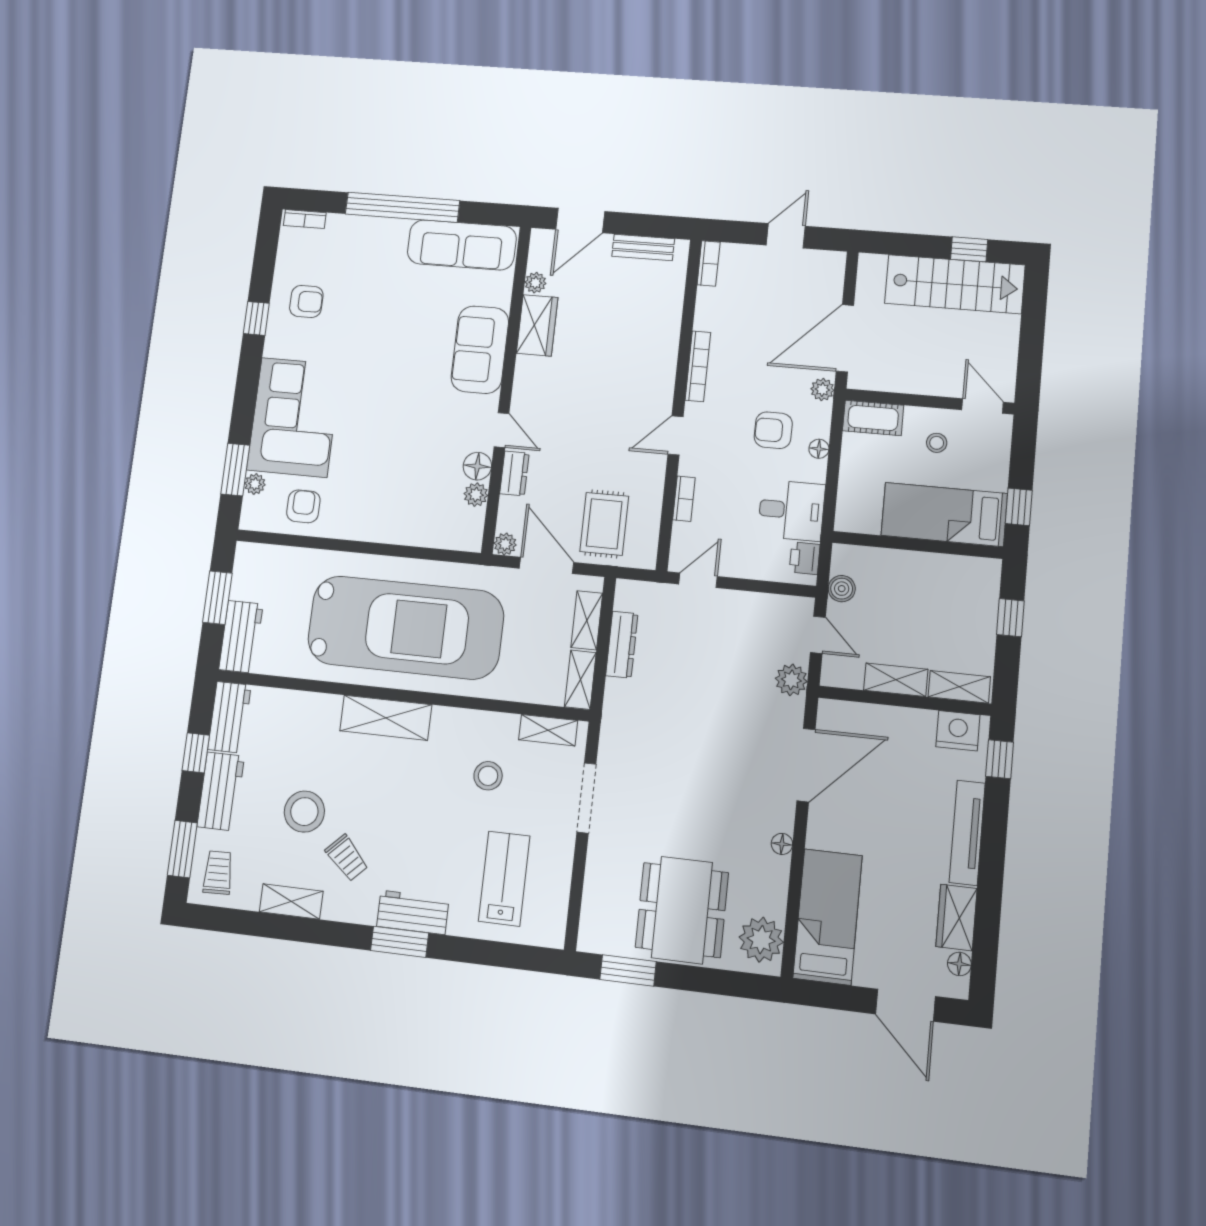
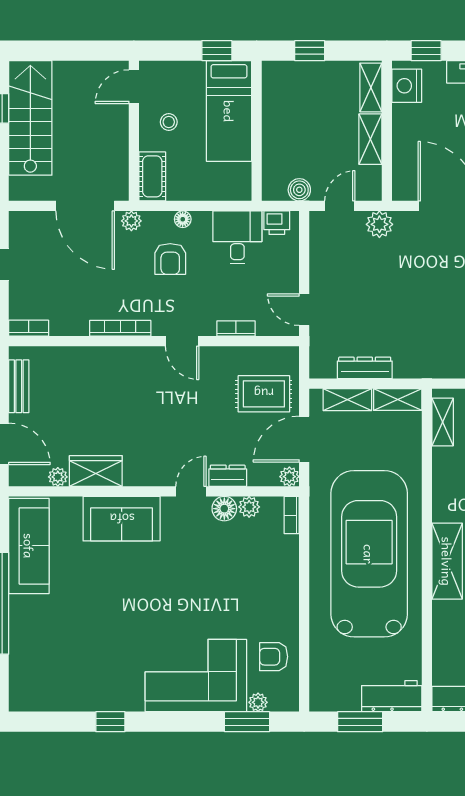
bookcase: (305, 219) -> (292, 515), moved, turned 180
armchair: (306, 301) -> (91, 679), removed

